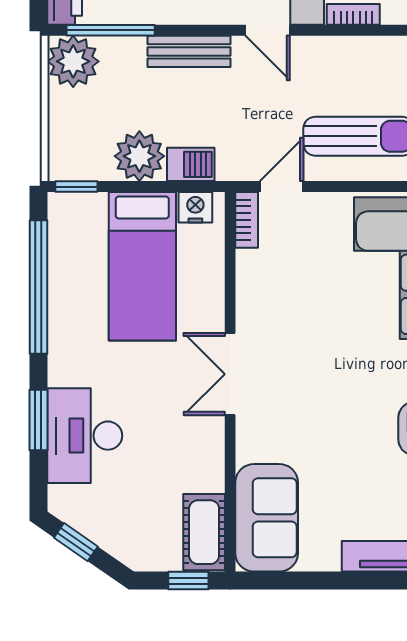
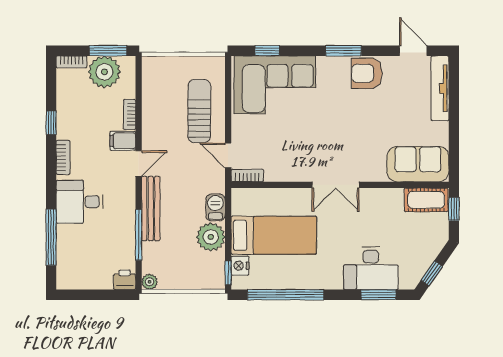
window: (111, 30) -> (139, 235), moved
bench: (189, 51) -> (151, 208), width x1.36
plant: (73, 61) -> (150, 282), width x0.53, depth x0.53
nightstand: (195, 207) -> (240, 266), moved
window: (38, 420) -> (379, 295), moved

